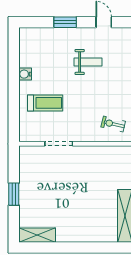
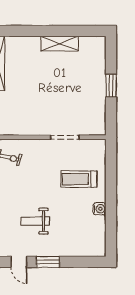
window: (65, 22) -> (48, 262), moved
shelving: (37, 235) -> (60, 44), moved

